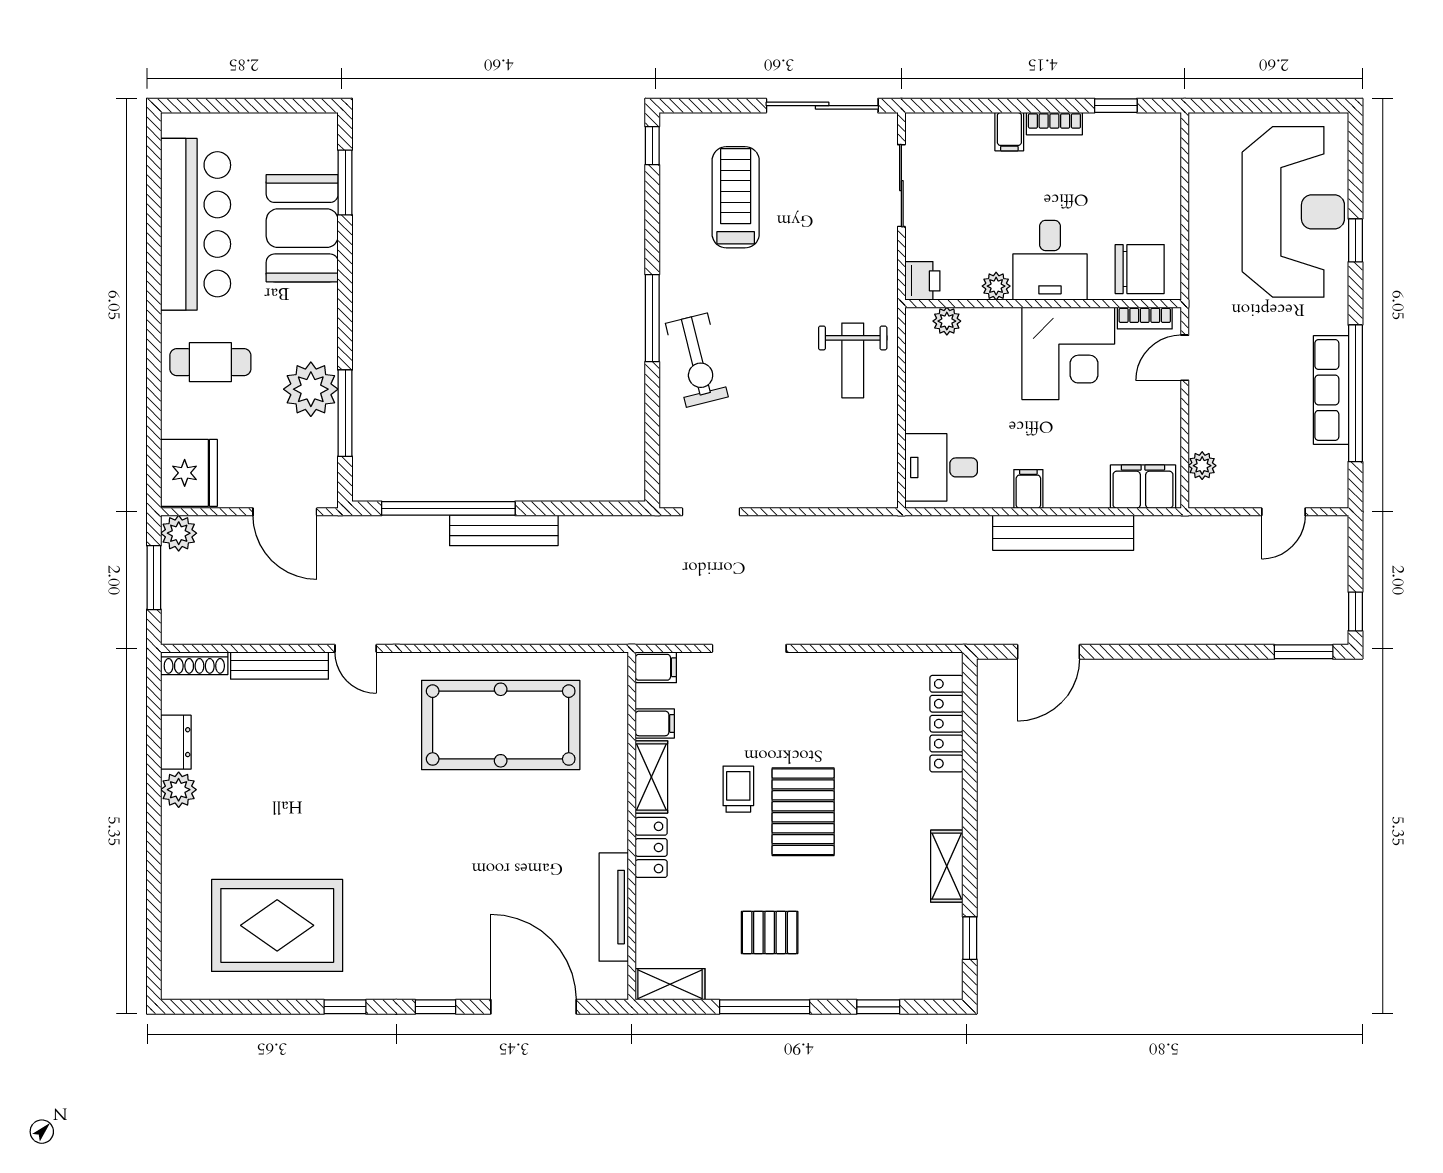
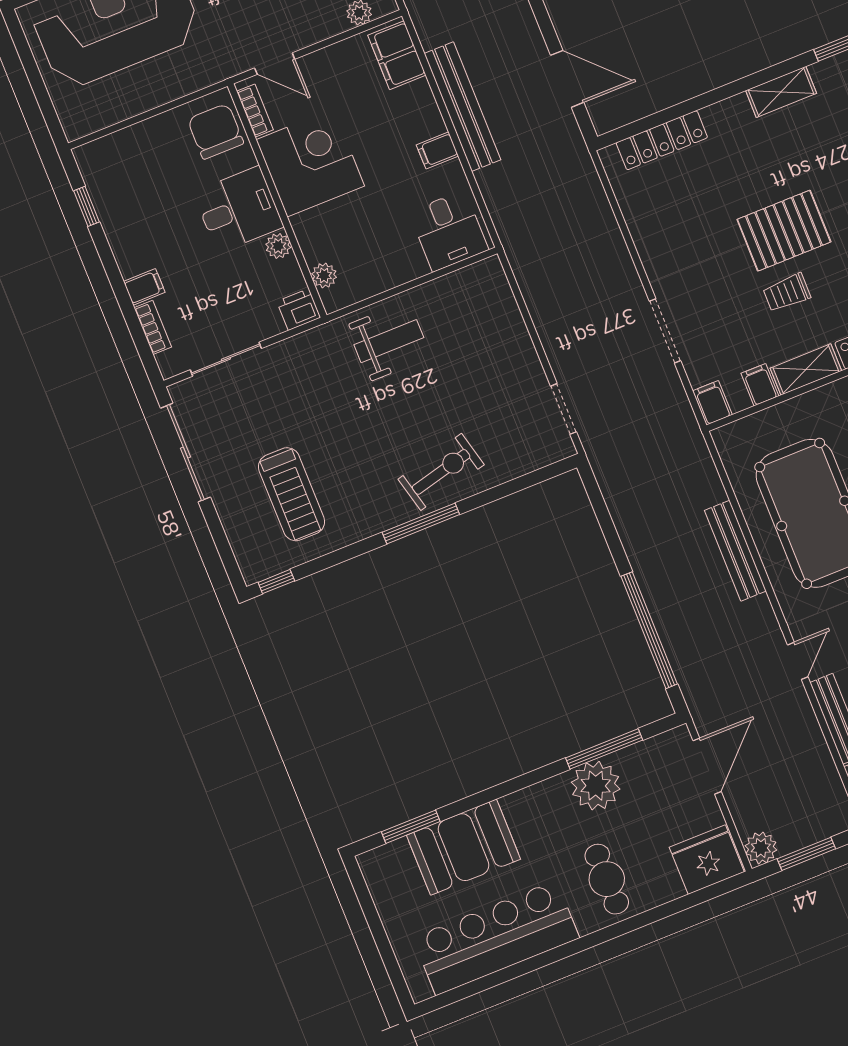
bookcase: (1054, 124) -> (153, 327), moved
treadmill: (736, 197) -> (292, 494), turned -90
bench: (504, 530) -> (735, 551), moved

